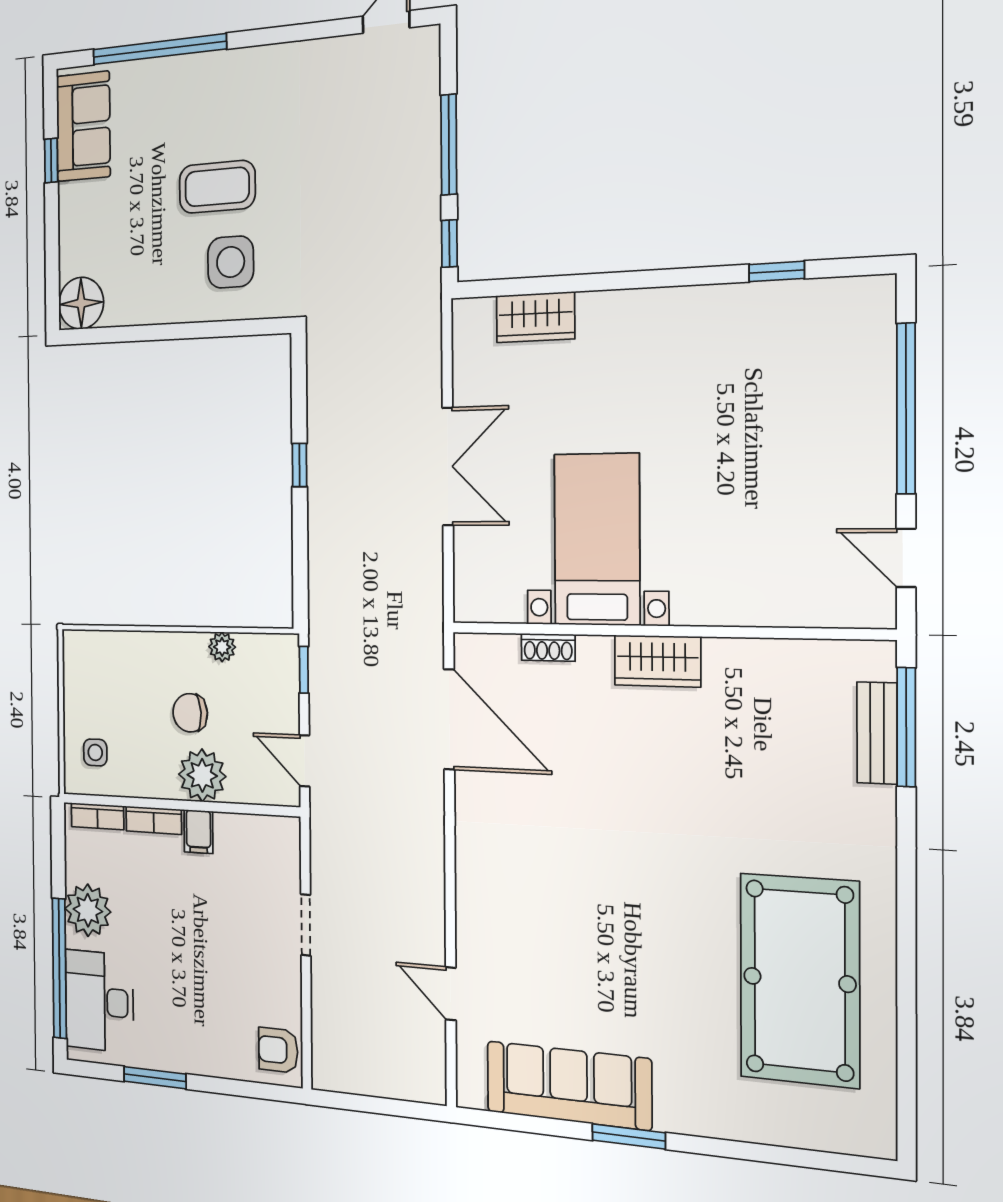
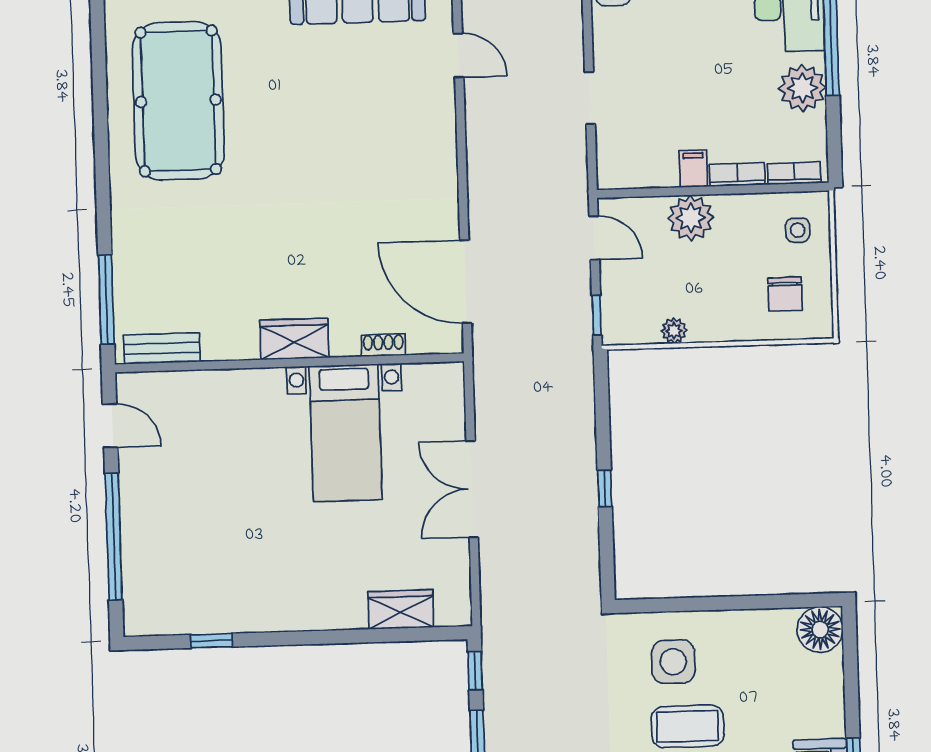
chair: (190, 713) -> (785, 294), moved, turned 93
bench: (877, 733) -> (162, 348), moved, turned 90

